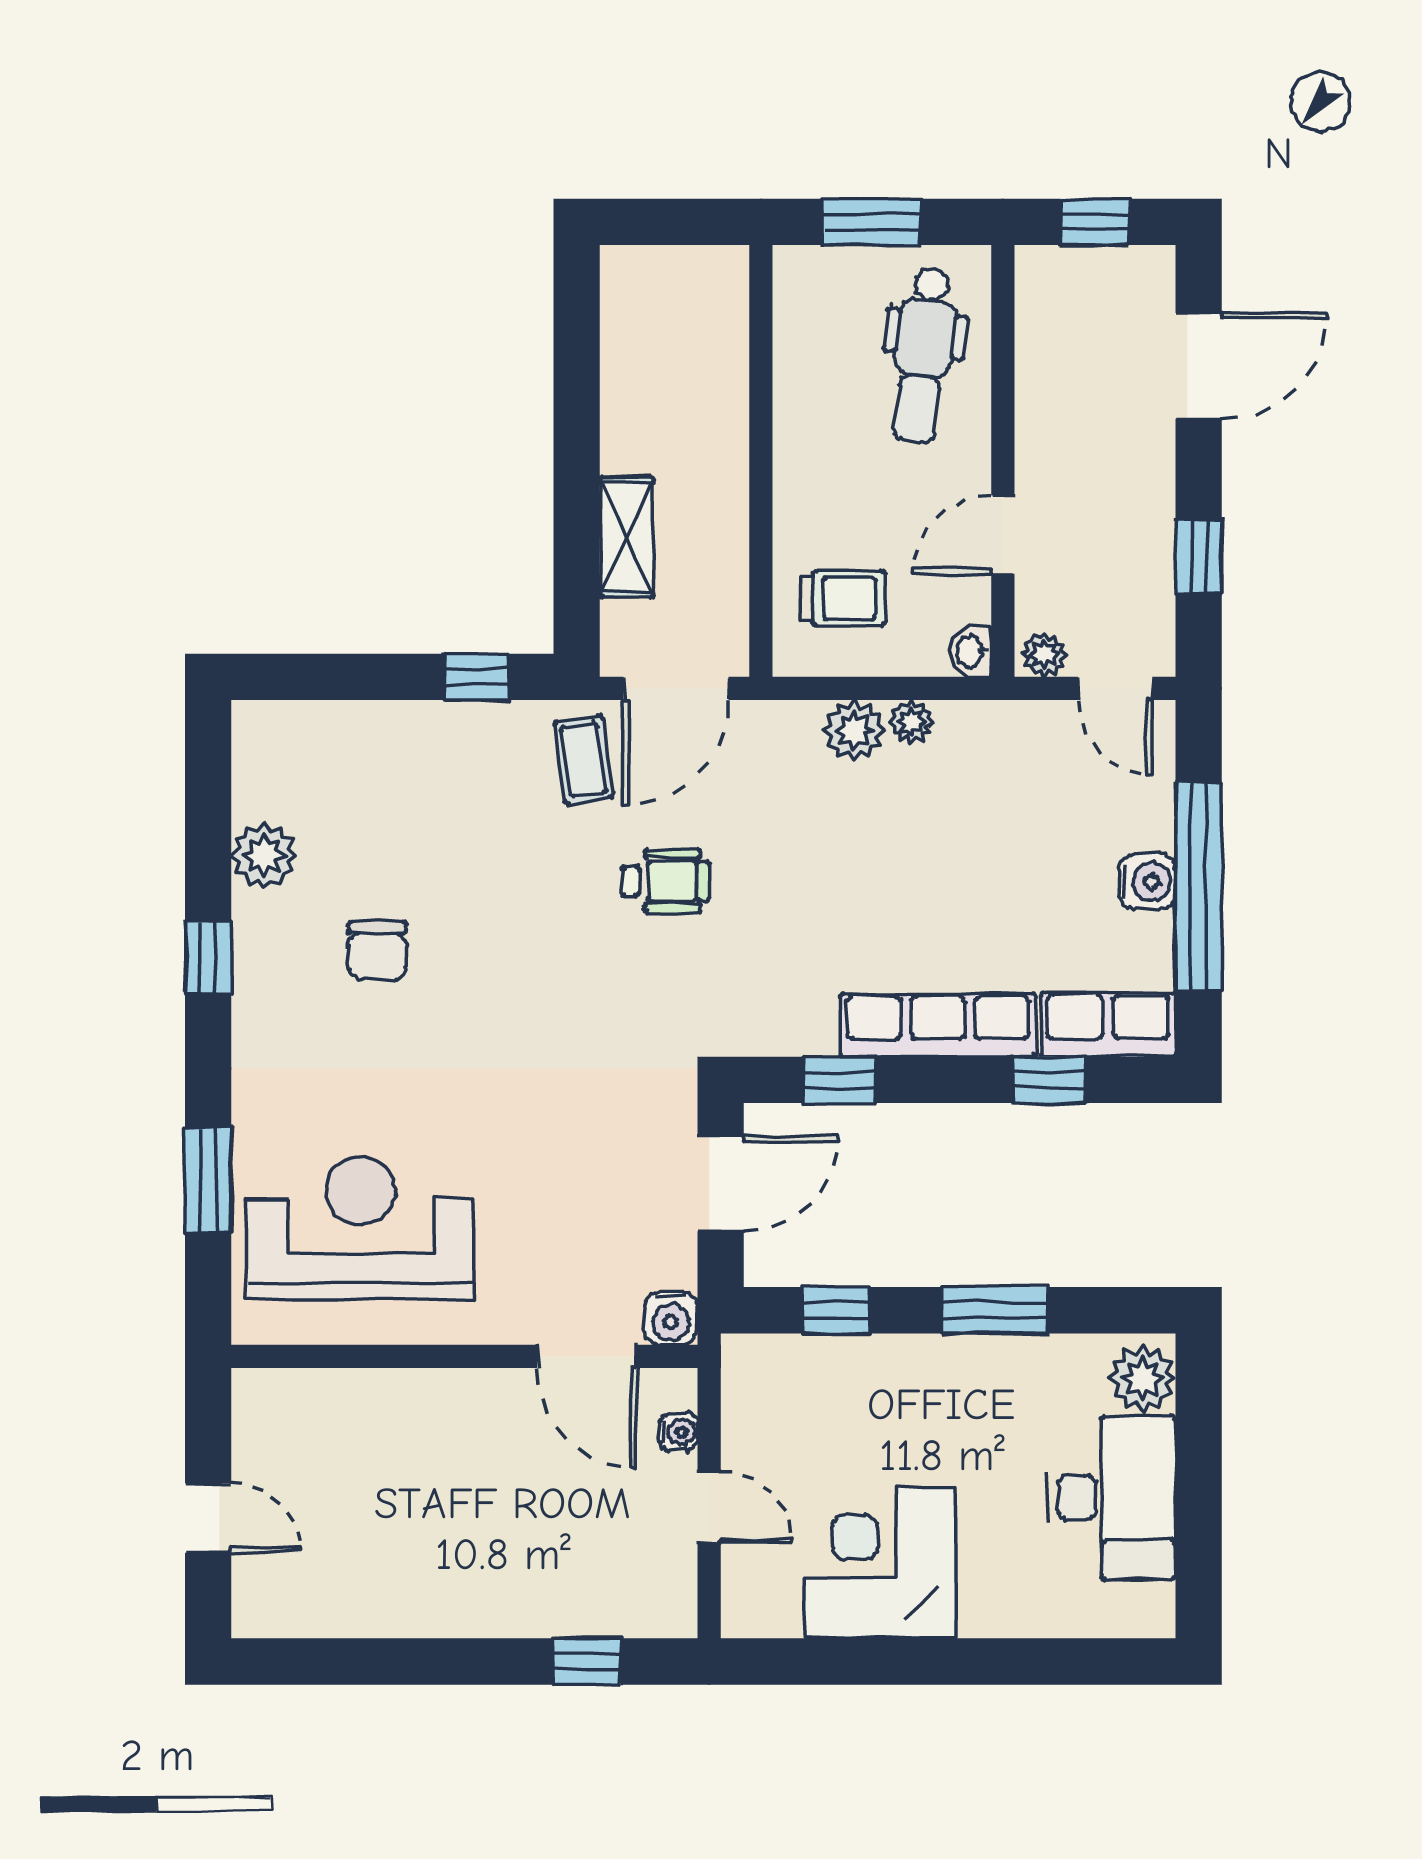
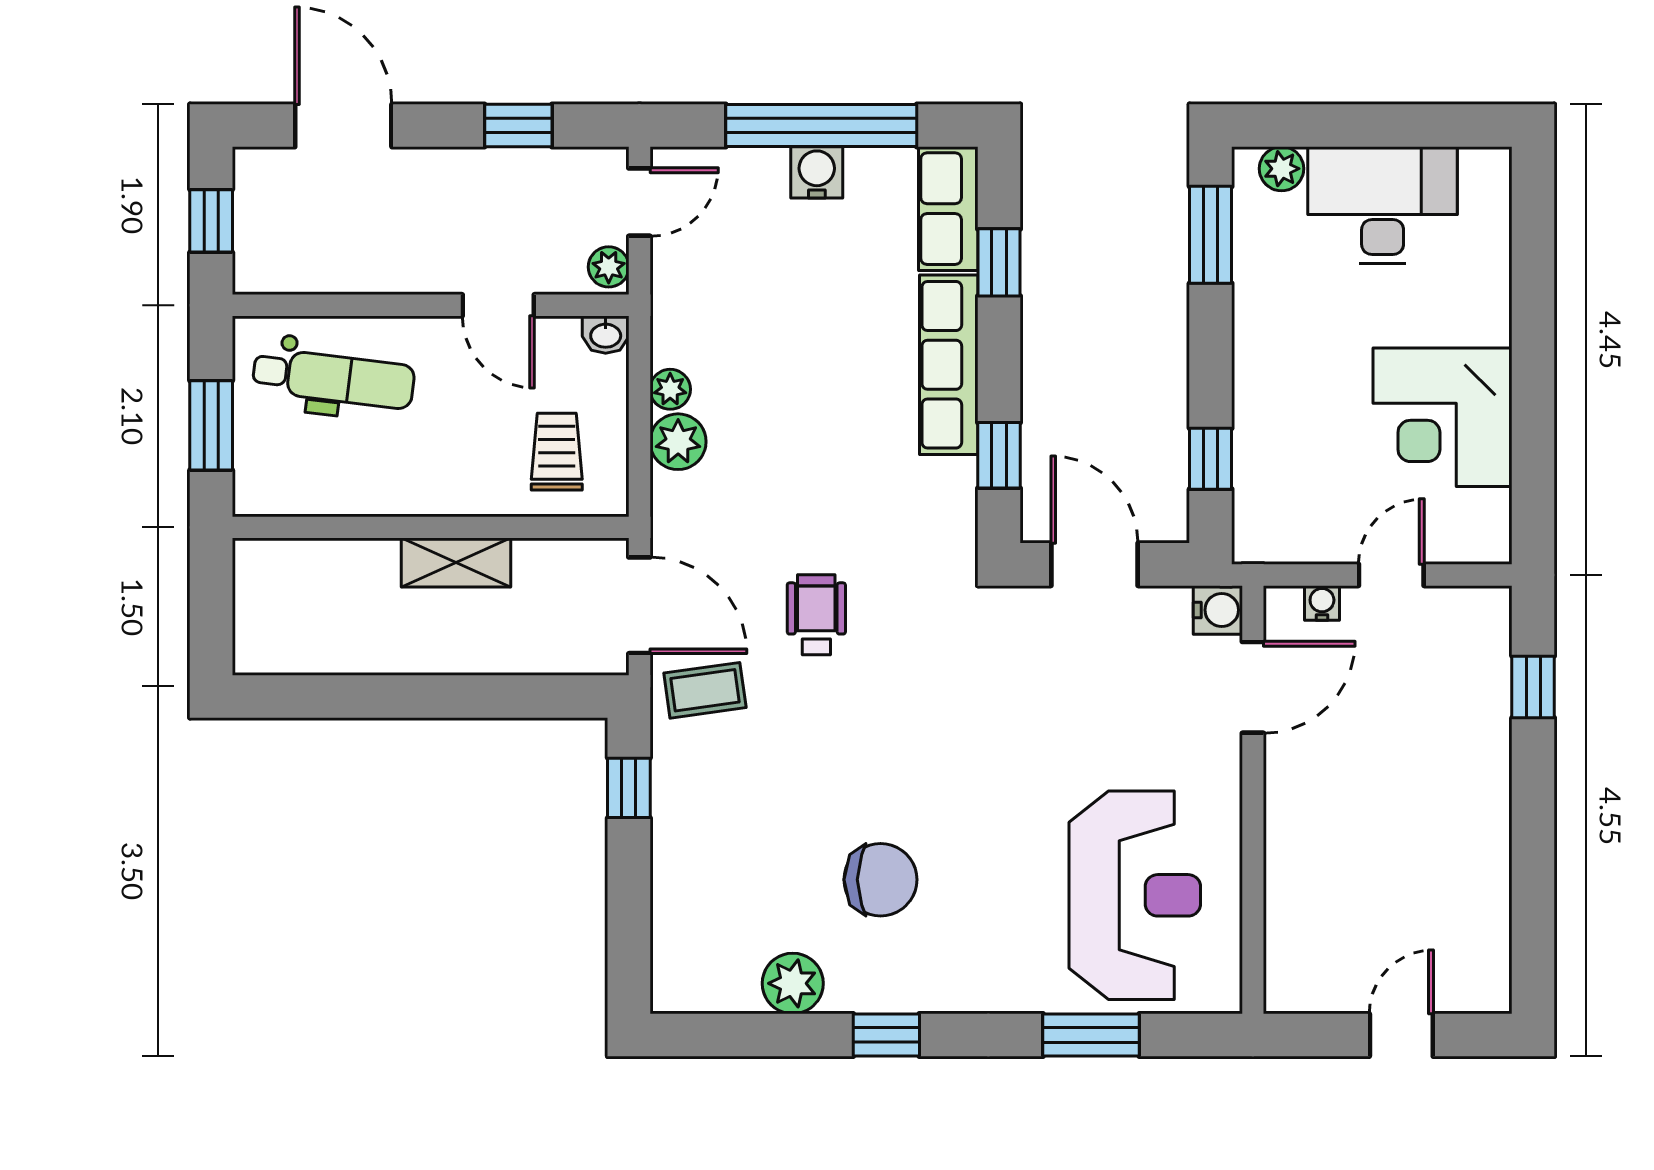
shelving: (626, 537) -> (456, 562), moved
chair: (377, 951) -> (881, 880), width x1.37, depth x1.37
reception desk: (360, 1228) -> (1135, 895), turned 180
window: (994, 1310) -> (1211, 235), moved
plant: (1142, 1379) -> (1282, 169), width x0.73, depth x0.73

